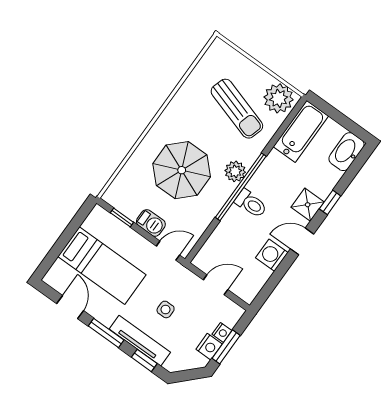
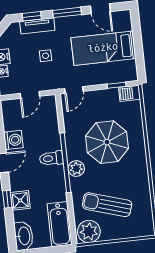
shower: (308, 205) -> (20, 200), moved
barbecue: (151, 223) -> (129, 93), moved
tv unit: (140, 341) -> (37, 26), width x0.71

